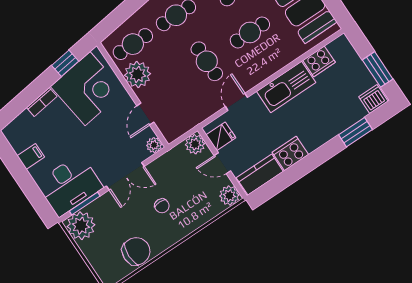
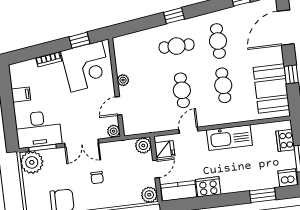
cafe table: (250, 32) -> (223, 85), turned 90
cafe table: (133, 44) -> (135, 51), removed
cooker: (319, 61) -> (285, 140), moved, turned 90
plant: (137, 74) -> (123, 80), width x0.53, depth x0.53
door: (222, 163) -> (156, 169), swing flipped

